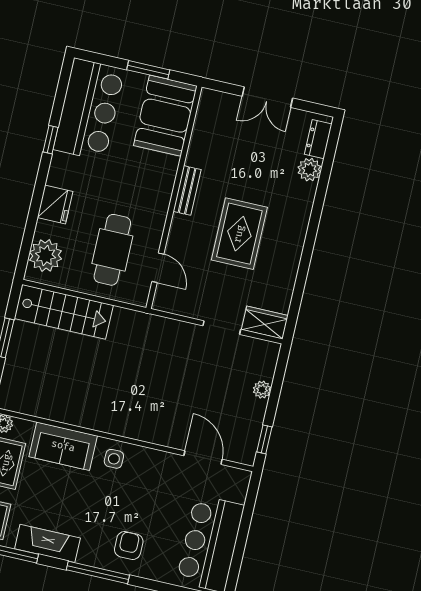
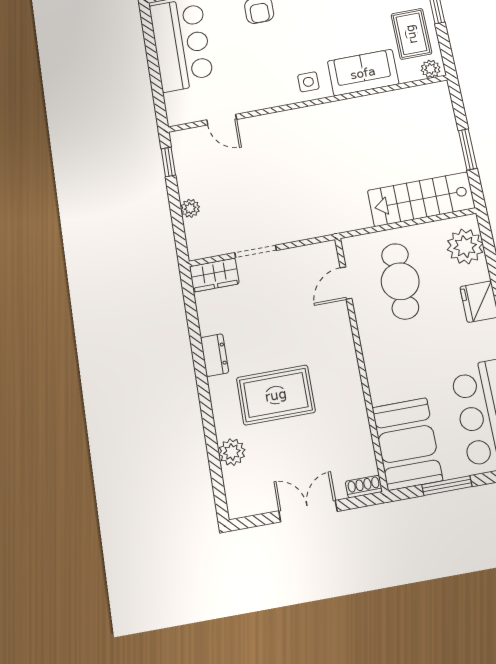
shoe rack: (215, 97) -> (364, 487), added
dresser: (318, 139) -> (215, 355), moved
bench: (187, 190) -> (350, 375), removed
rug: (239, 234) -> (276, 395), moved, turned 90
door: (158, 268) -> (346, 283), hinge flipped
door: (203, 458) -> (222, 120), width x0.73

